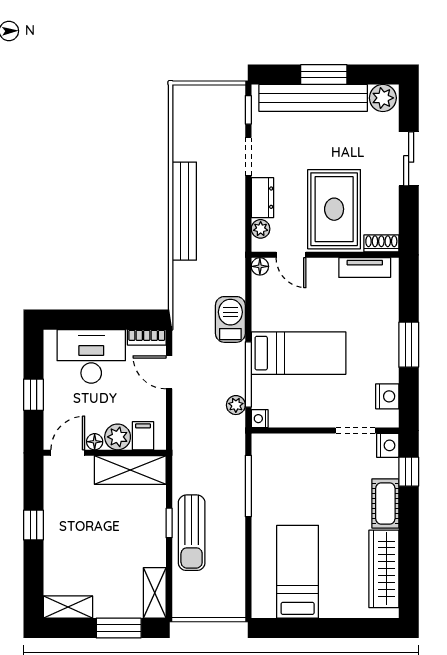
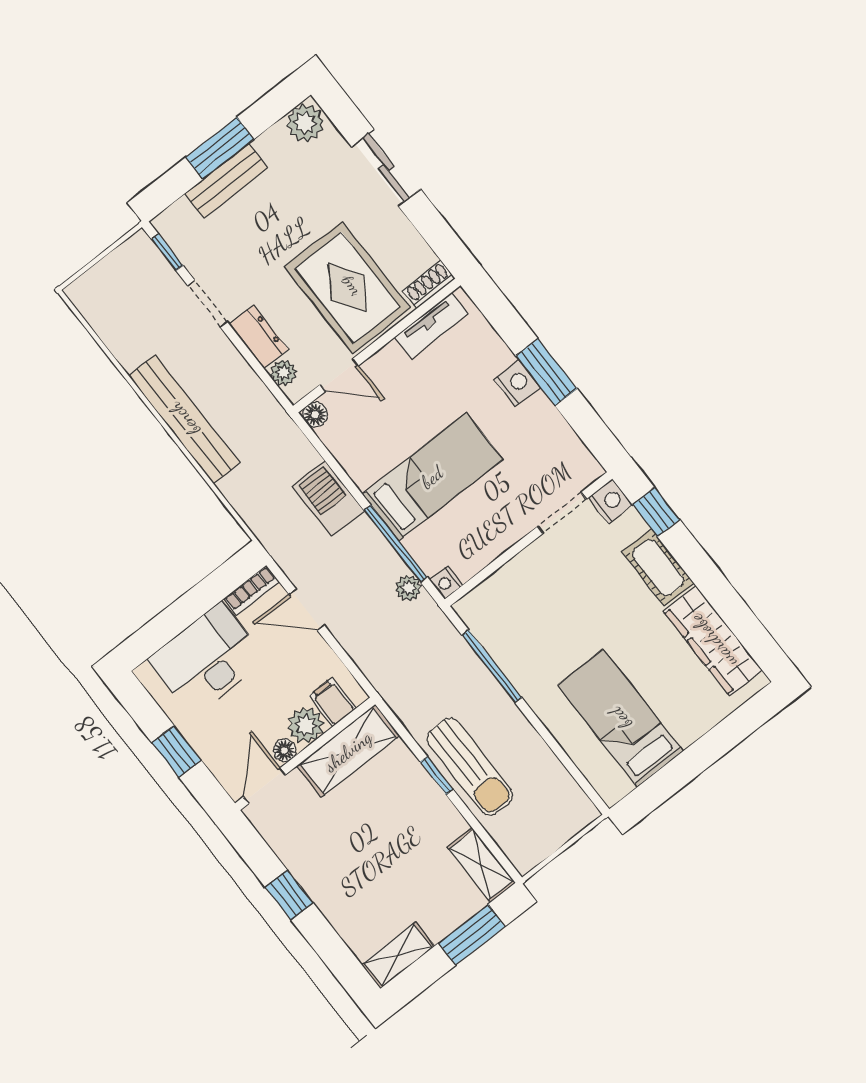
bench: (313, 98) -> (226, 181), width x0.54, depth x0.82
nightstand: (387, 396) -> (517, 383), moved

